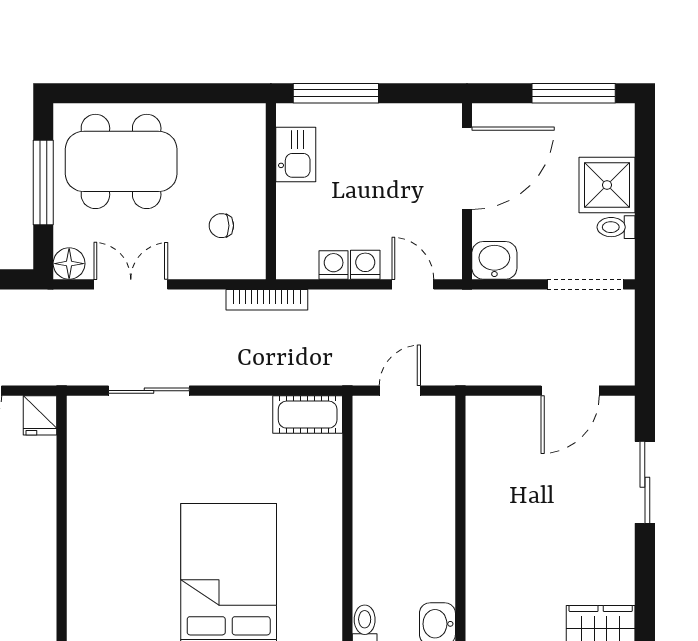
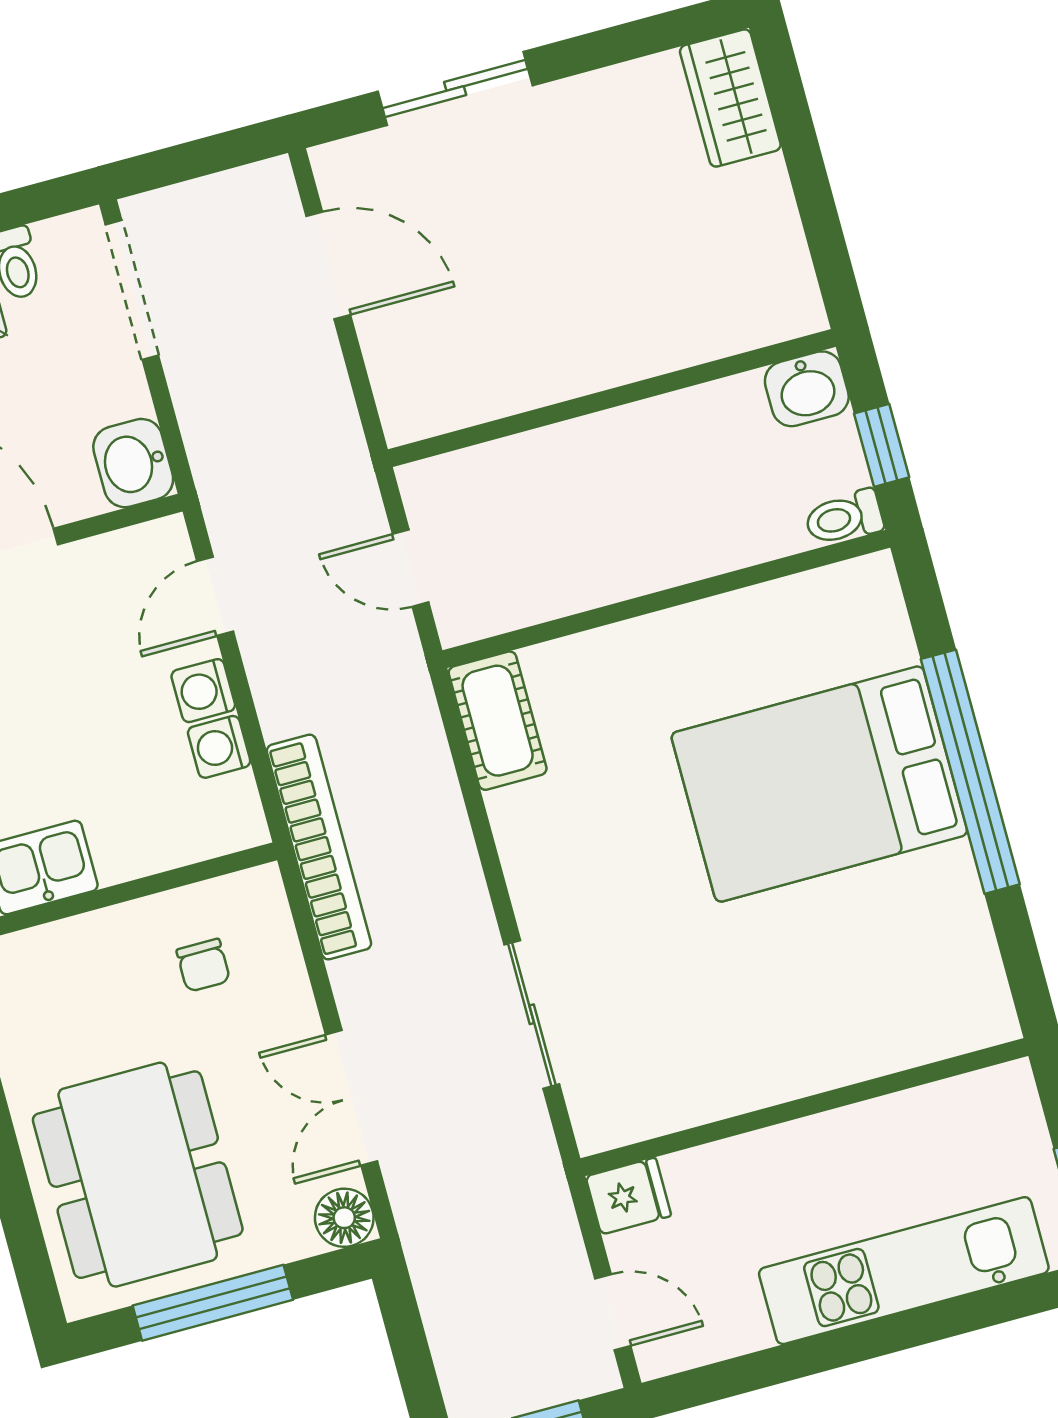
bookcase: (267, 300) -> (319, 847), width x1.48, depth x1.31

